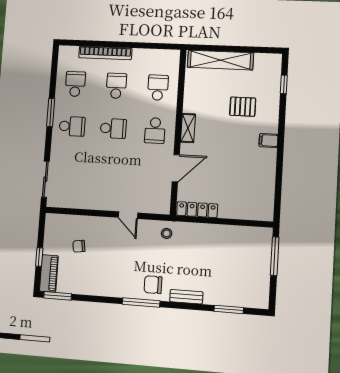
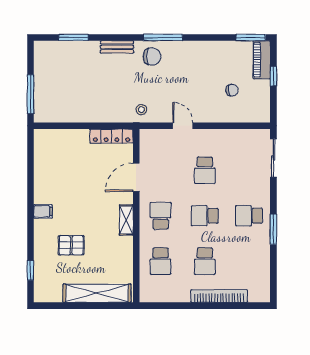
school desk: (75, 84) -> (205, 170), moved

